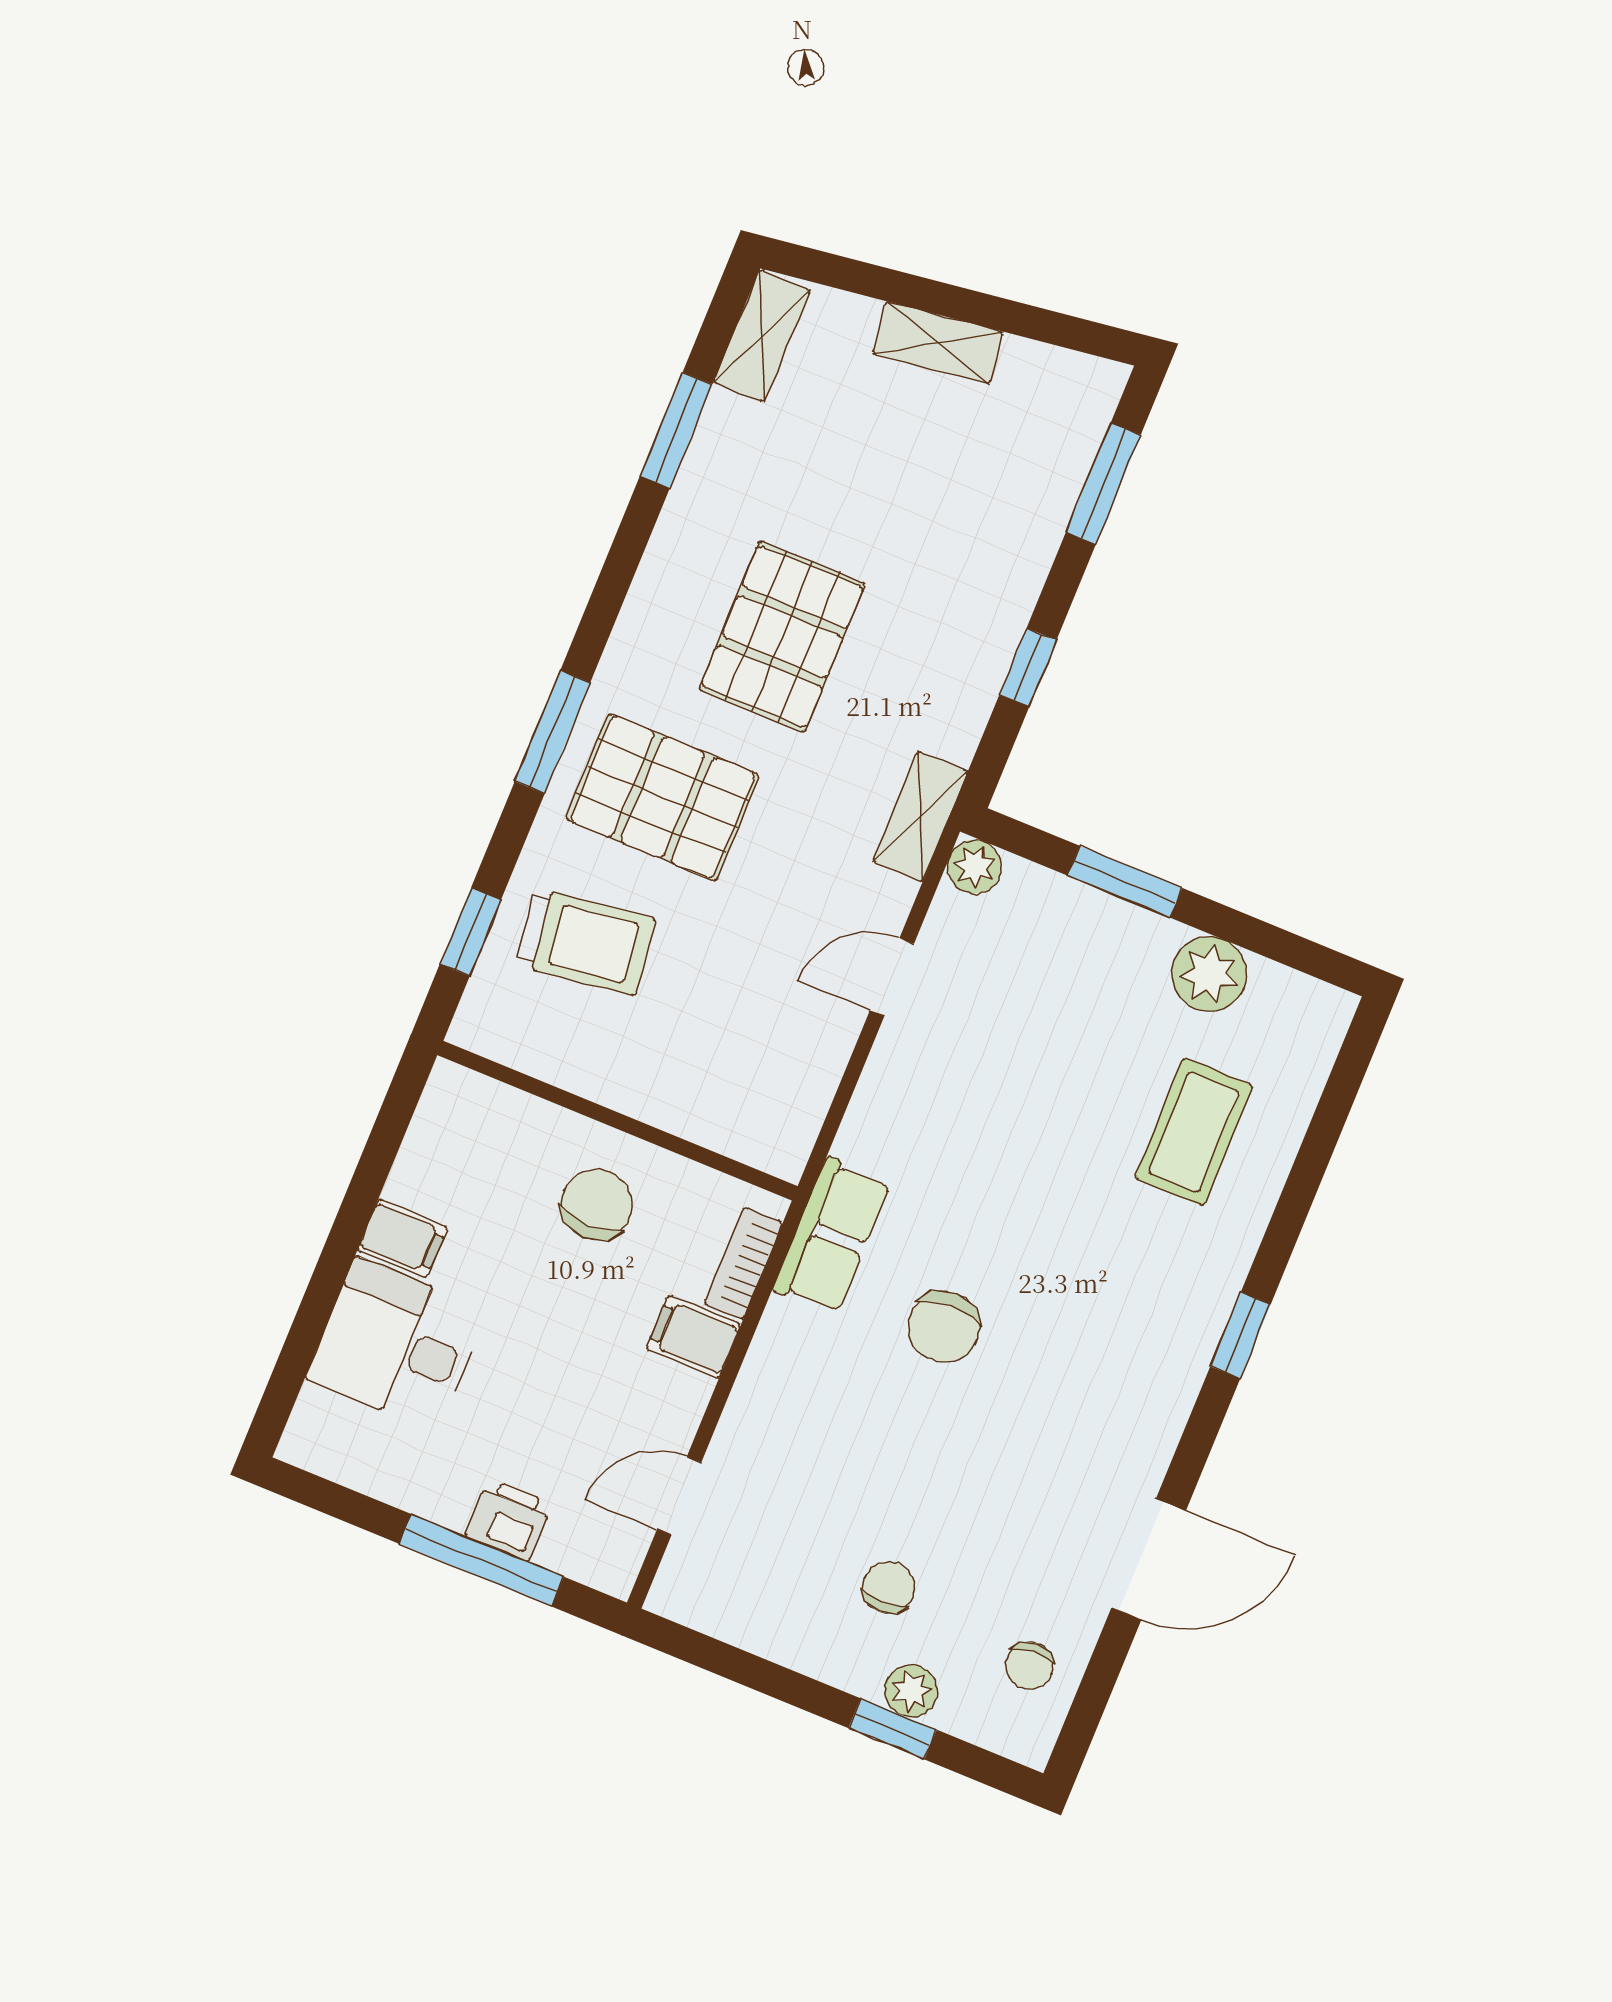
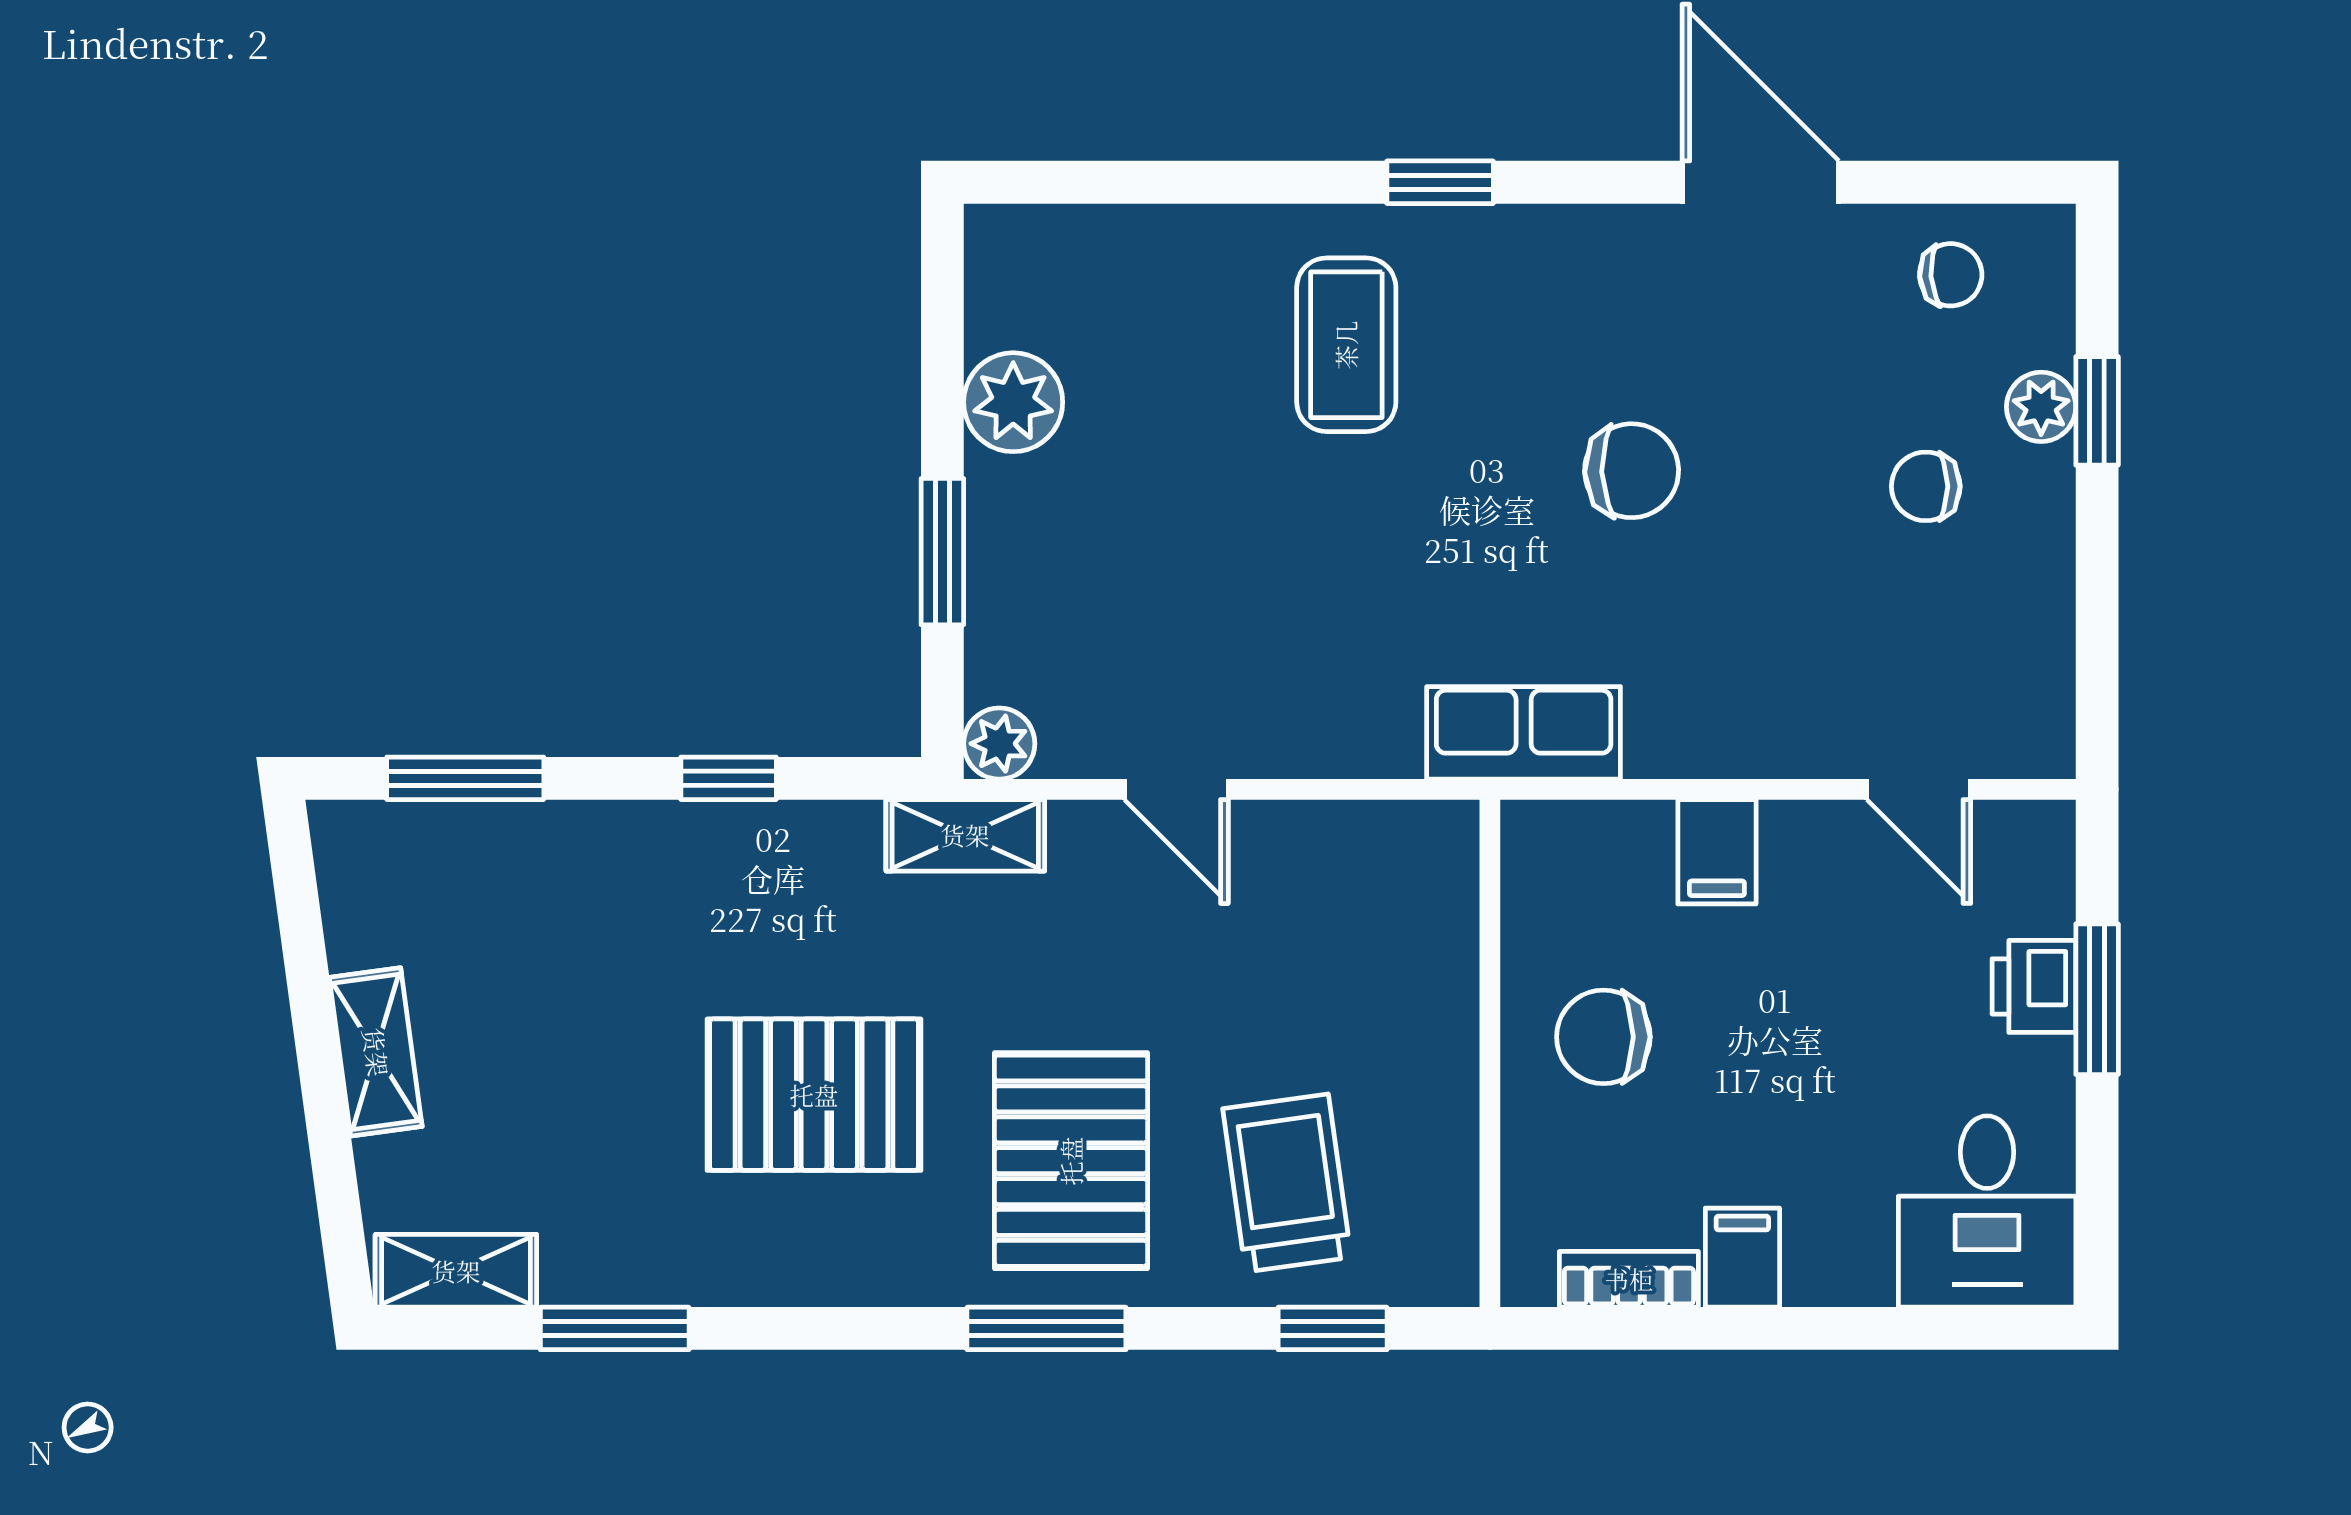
coffee table: (1194, 1132) -> (1346, 345), moved, turned 90
bookcase: (743, 1263) -> (1629, 1279), moved, turned 180
chair: (944, 1327) -> (1632, 471), moved
desk: (397, 1344) -> (1987, 1211), moved
window: (481, 1560) -> (2097, 999), width x0.69

